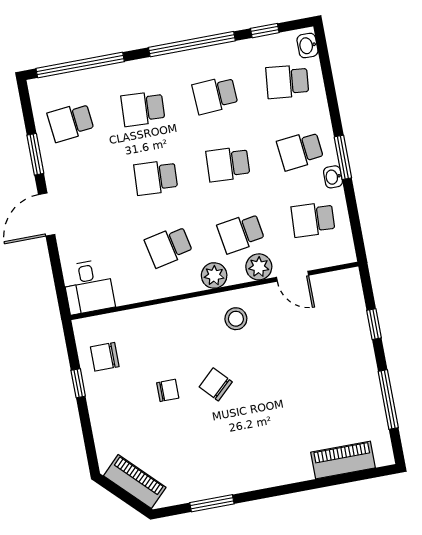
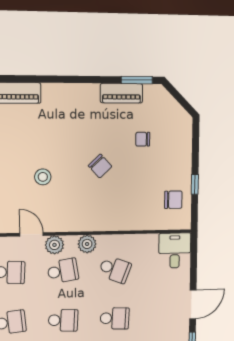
school desk: (169, 247) -> (115, 269), turned 33
stool: (236, 319) -> (43, 177), moved
chair: (168, 390) -> (143, 139), moved
piano: (135, 482) -> (121, 93), moved, turned -45
window: (212, 503) -> (137, 80), moved

